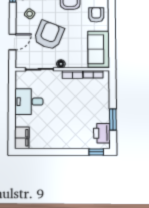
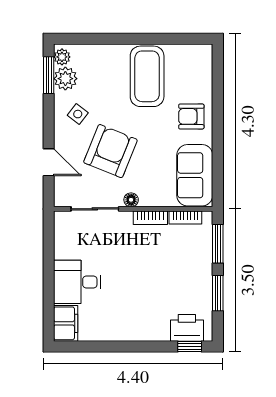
armchair: (96, 15) -> (191, 116), turned -90
door: (12, 42) -> (49, 162), hinge flipped
window: (113, 90) -> (218, 244), added
desk: (29, 102) -> (77, 282), moved
printer: (102, 133) -> (187, 328), moved, turned 90

